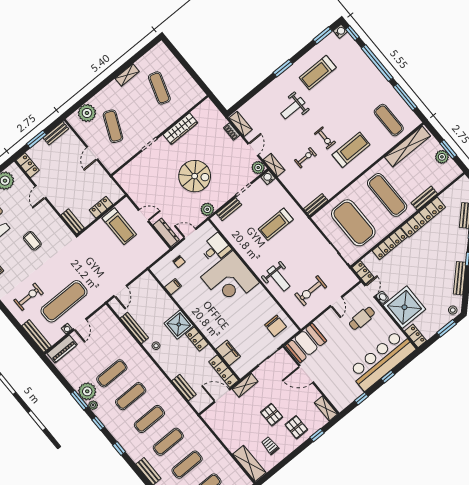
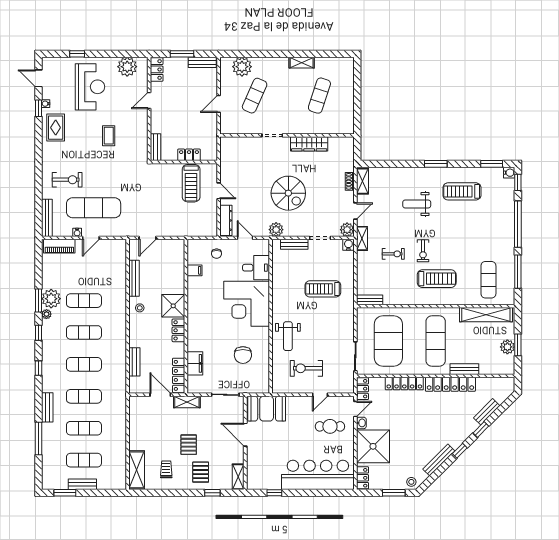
chair: (276, 326) -> (243, 355), moved
window: (388, 377) -> (312, 493), removed

